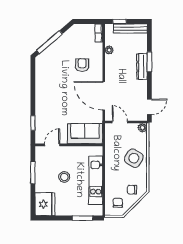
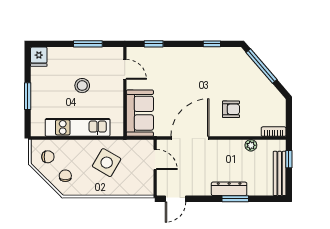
window: (33, 79) -> (212, 44), added
door: (149, 107) -> (176, 199), hinge flipped
door: (120, 122) -> (155, 160), hinge flipped
plant: (143, 128) -> (148, 190), removed
side table: (134, 158) -> (107, 163), moved
fridge: (45, 204) -> (39, 57), width x0.53, depth x0.75
window: (82, 218) -> (28, 96), moved

